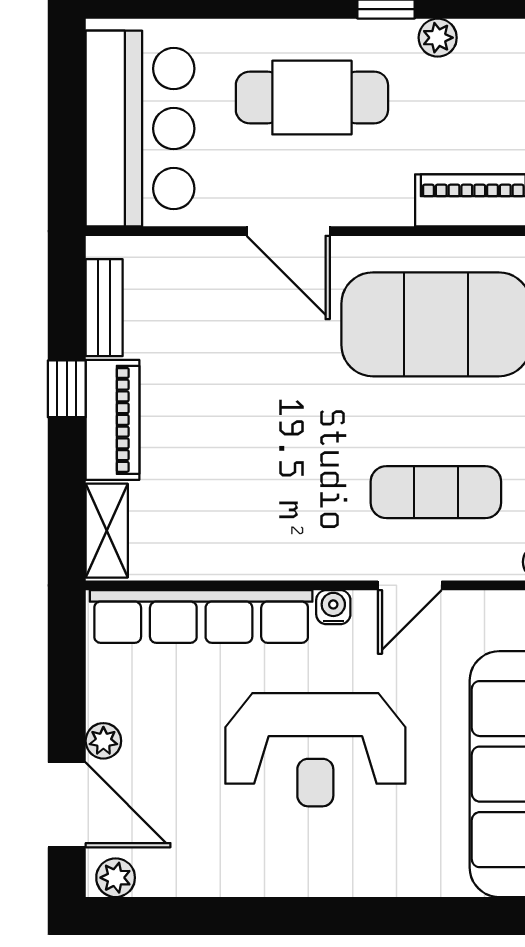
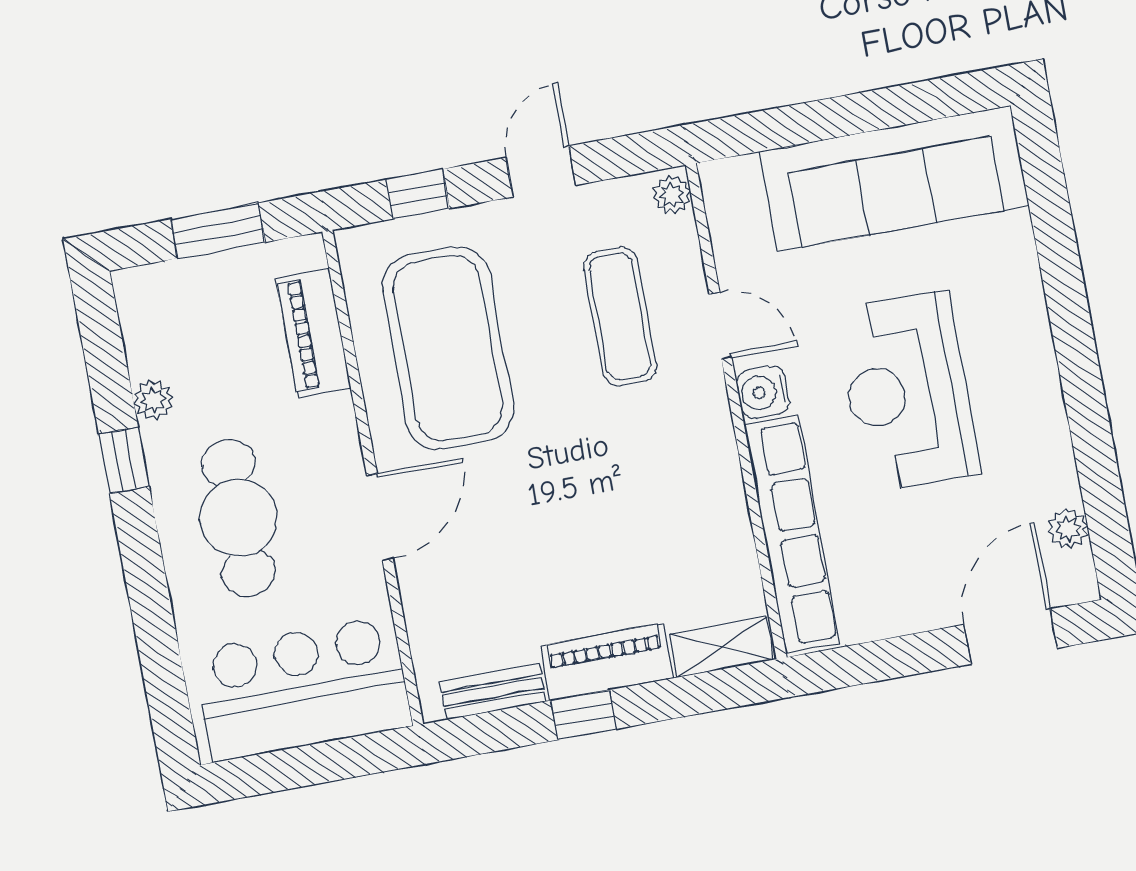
water cooler: (333, 607) -> (763, 392), width x1.38, depth x1.38
plant: (103, 741) -> (938, 611), removed
reception desk: (315, 750) -> (907, 392), turned 180
plant: (116, 878) -> (1068, 529), moved

